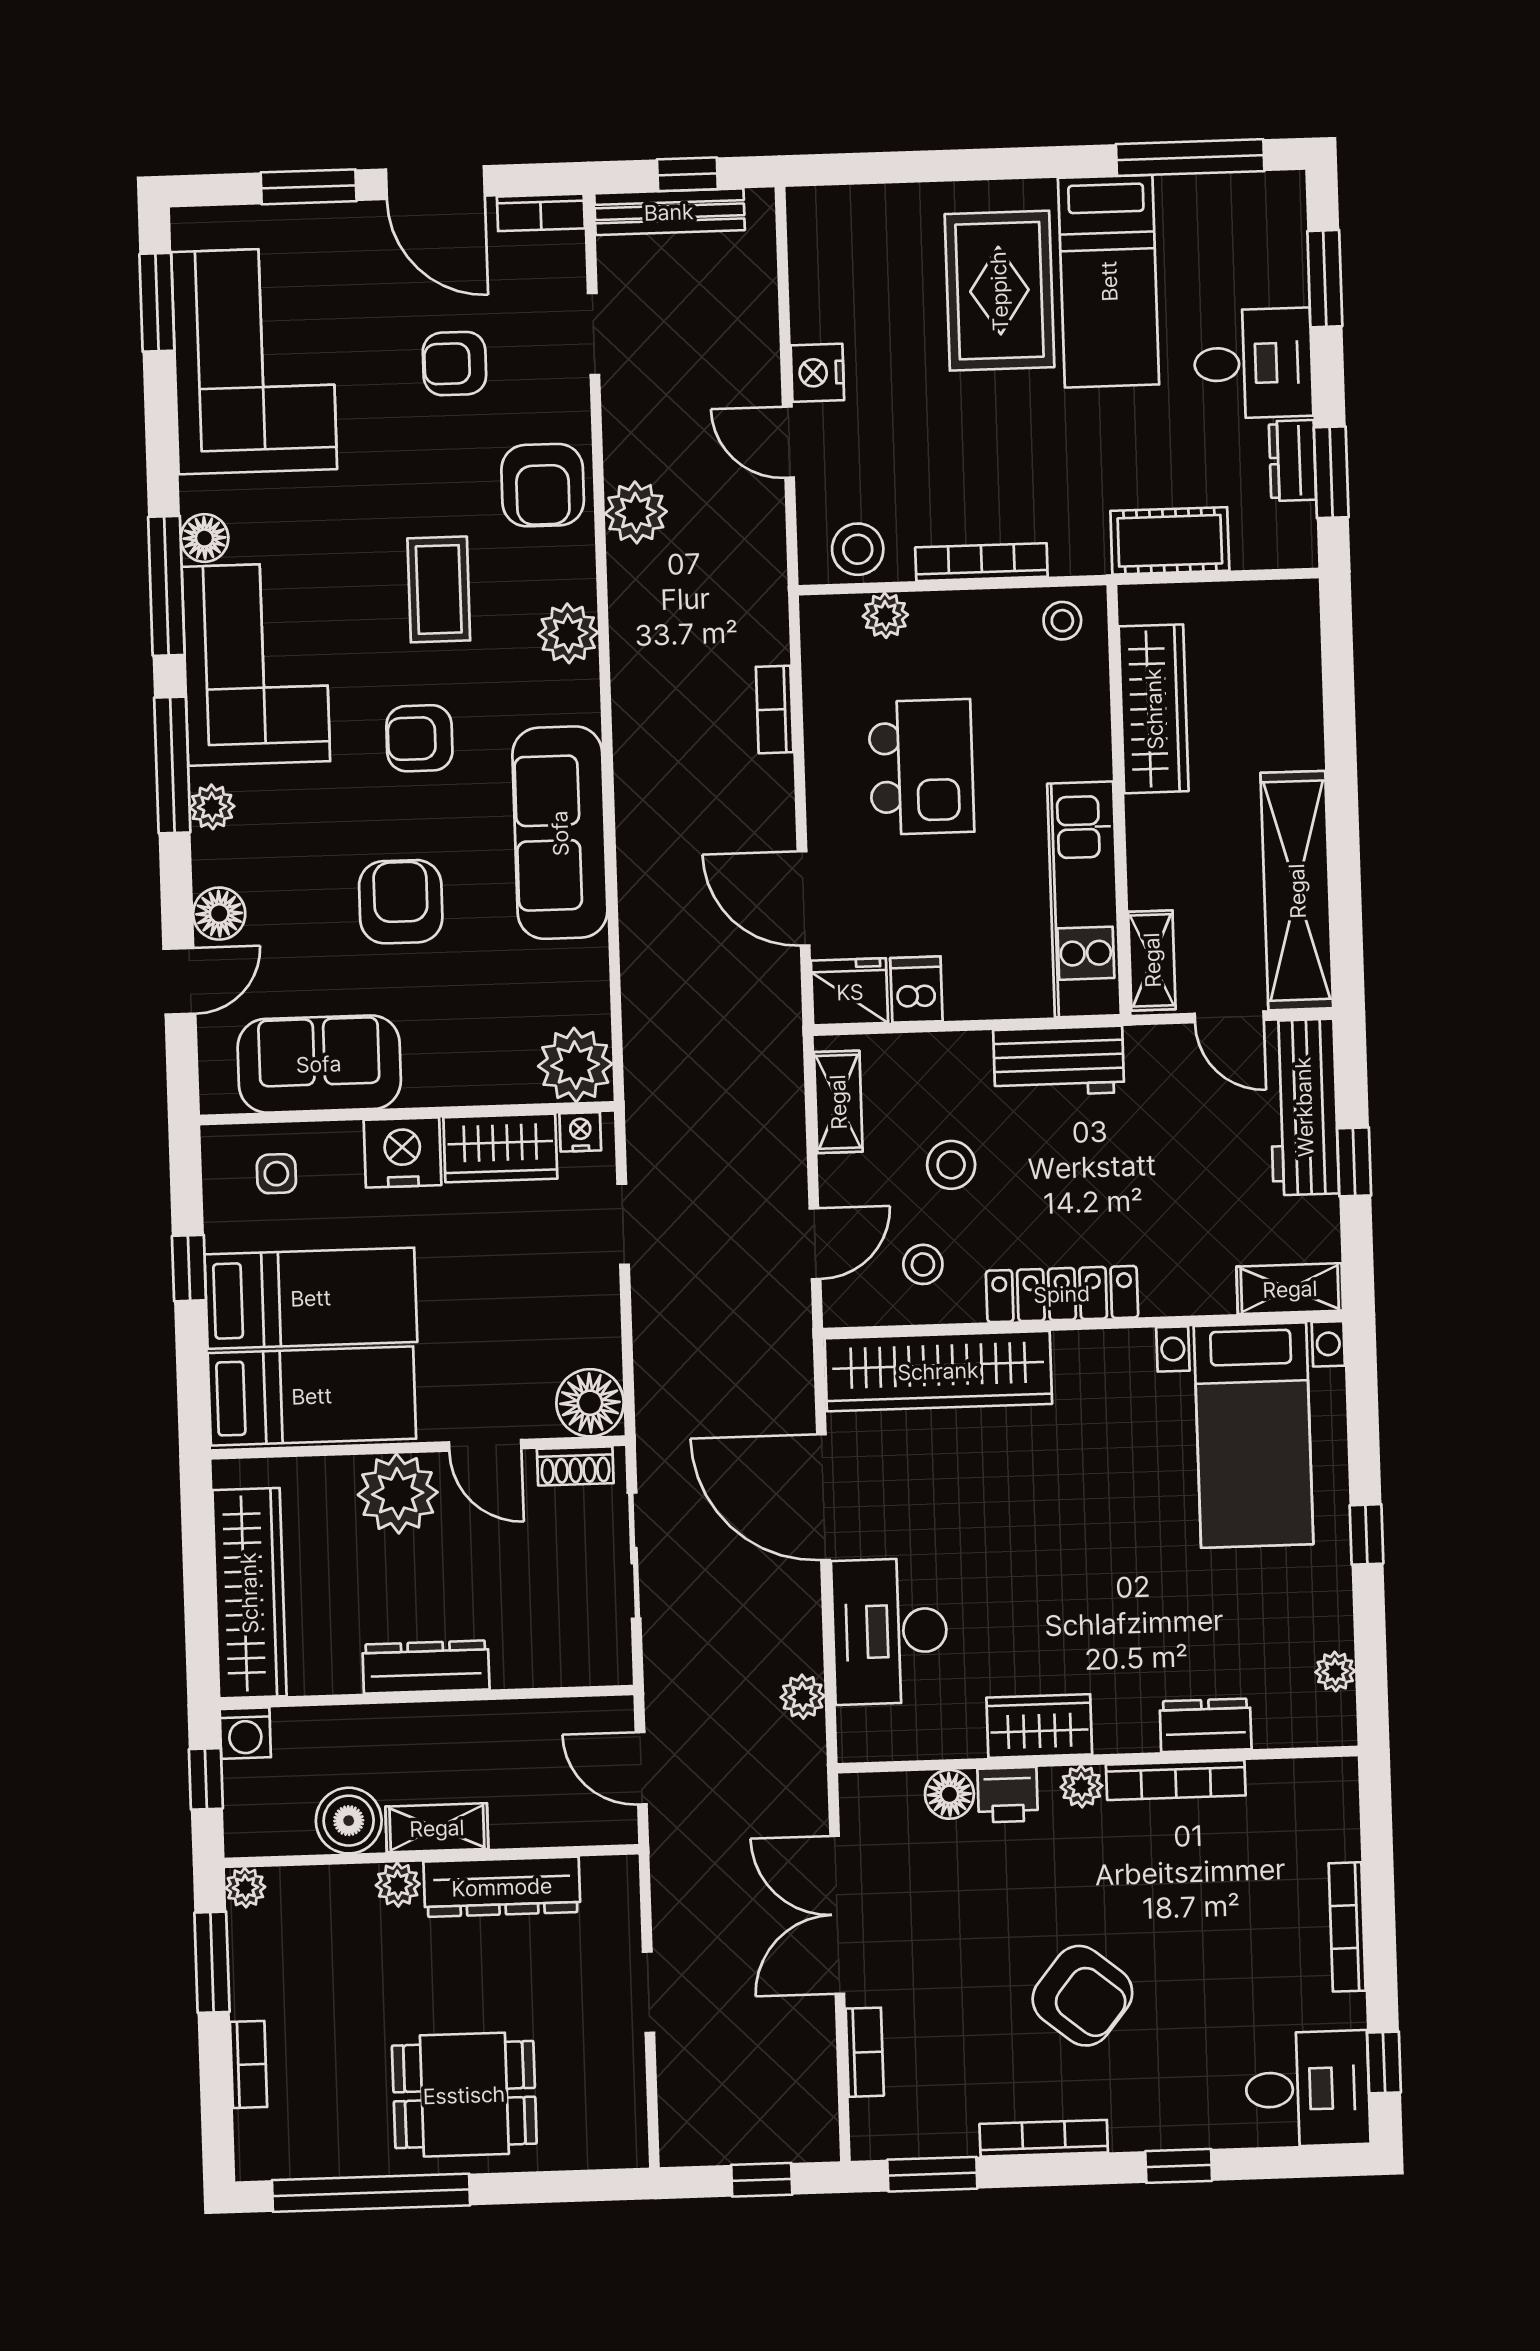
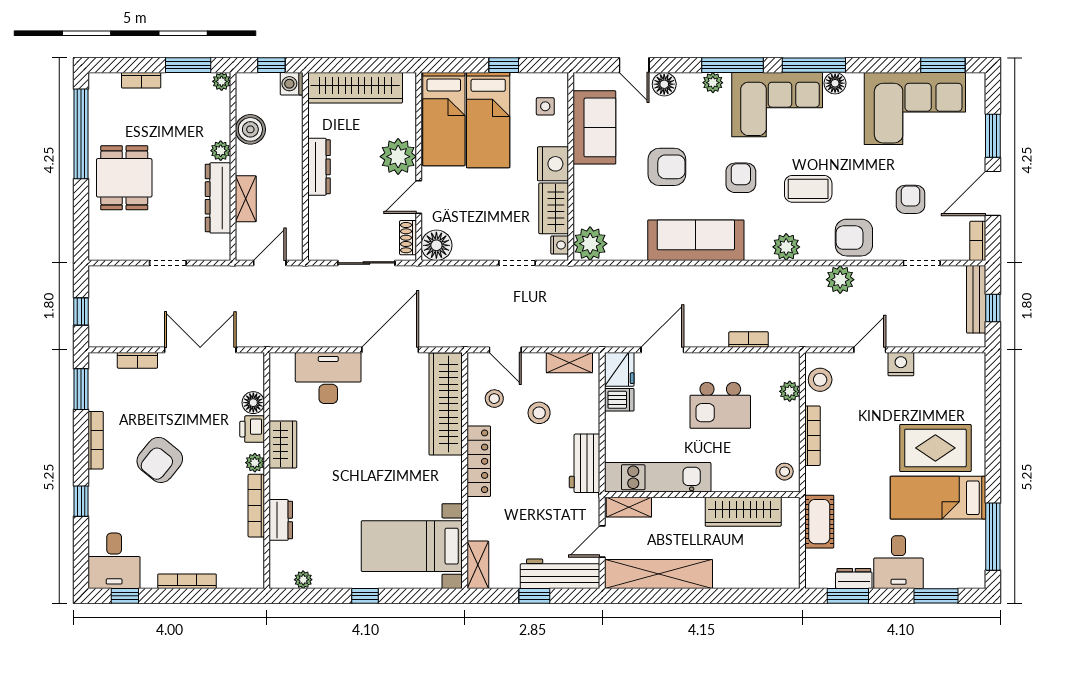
plant: (803, 1697) -> (300, 337), removed
shelving: (437, 1828) -> (246, 199), moved

